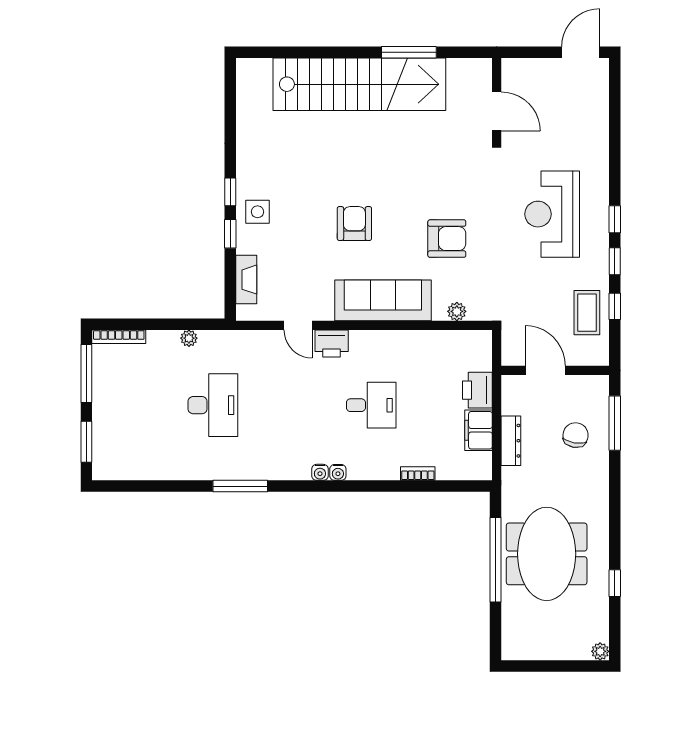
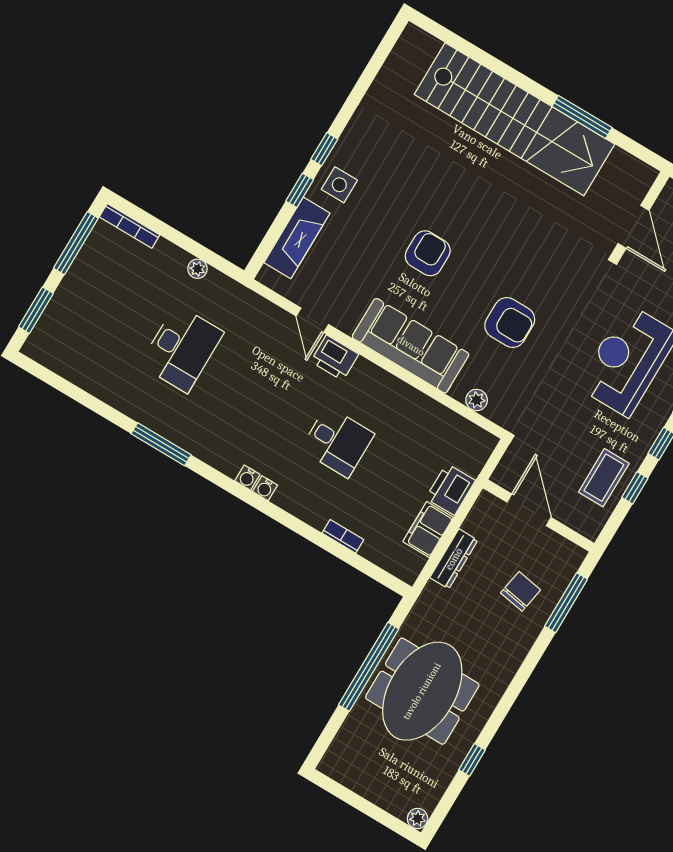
fireplace: (246, 280) -> (297, 238), width x1.37, depth x1.32

